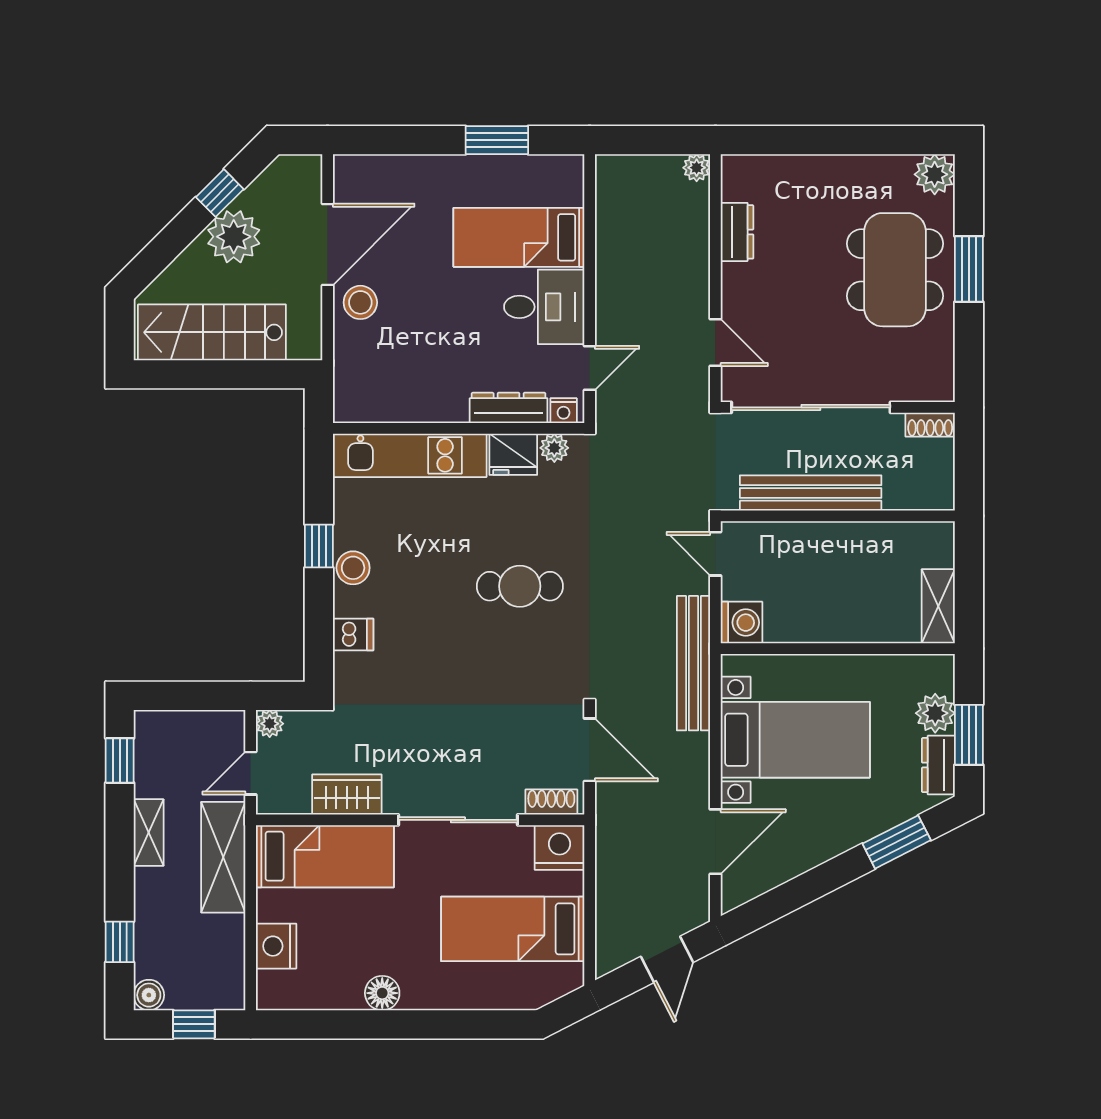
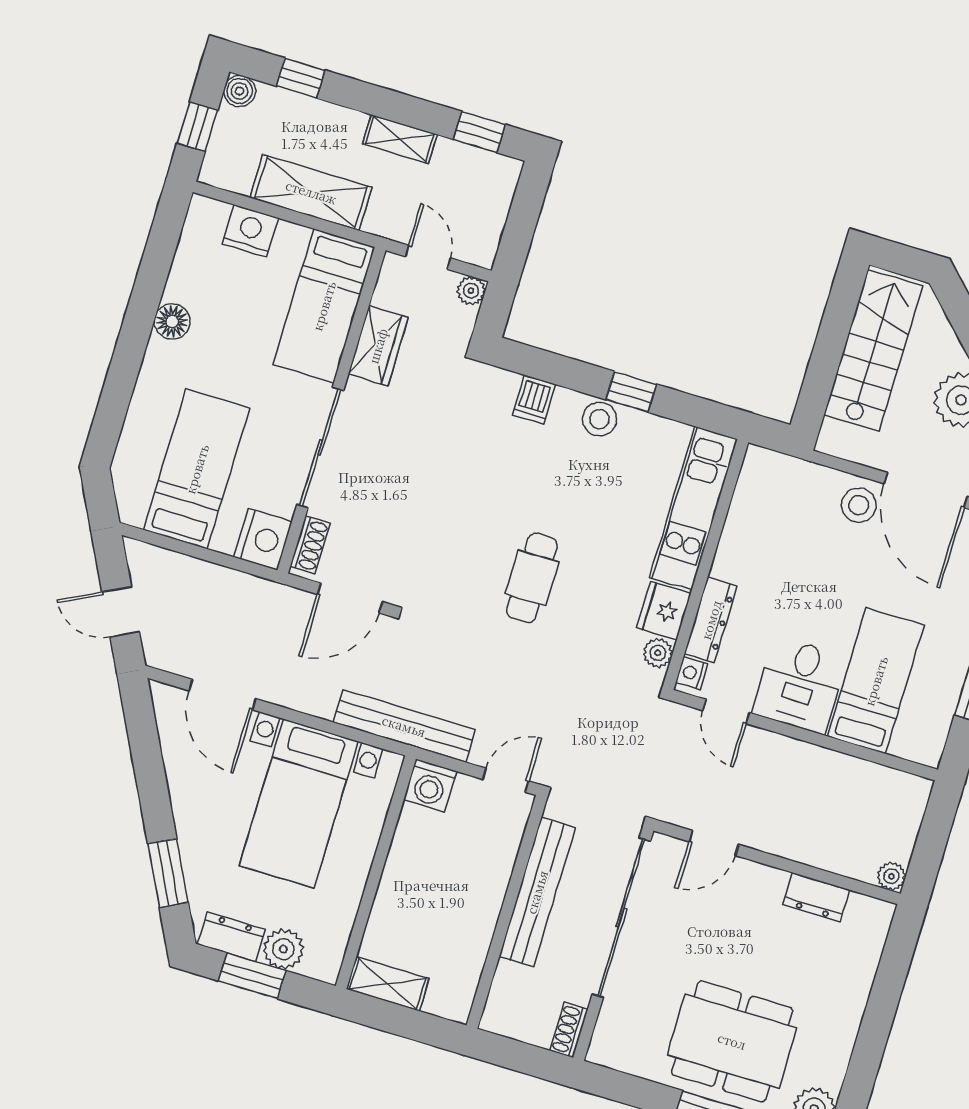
shelving: (223, 857) -> (311, 192), moved

